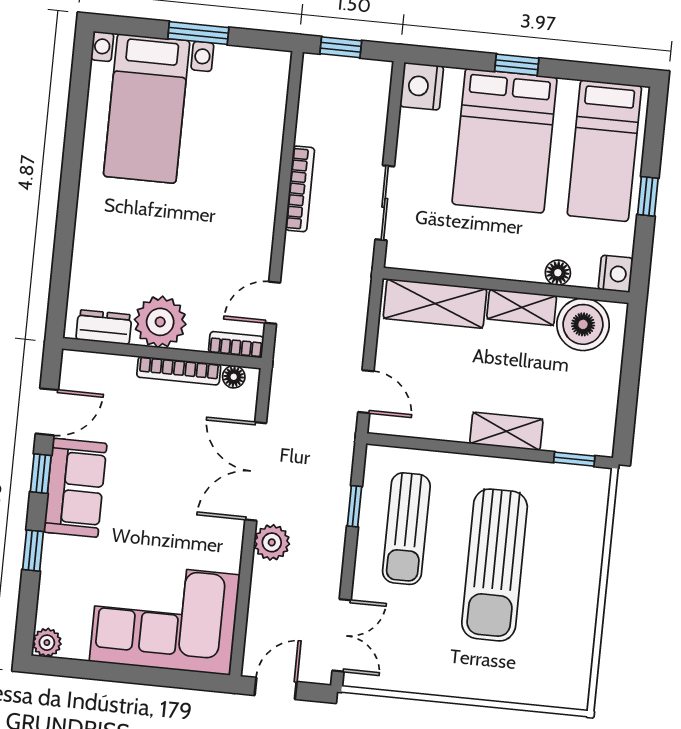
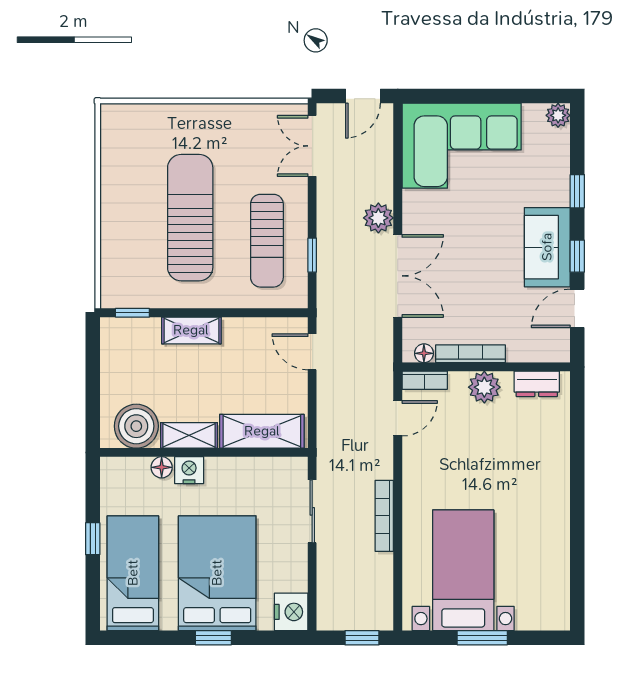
bed with nightstands: (147, 109) -> (463, 570), moved
nightstand: (616, 274) -> (189, 470), moved, turned 90
plant: (160, 322) -> (484, 387), width x0.73, depth x0.73
sun lounger: (406, 529) -> (267, 241), turned 180

